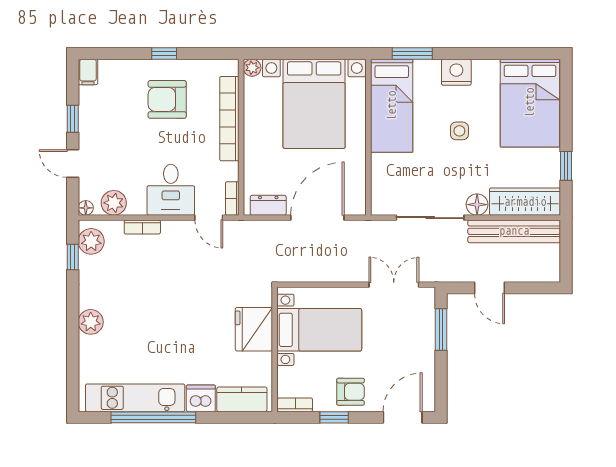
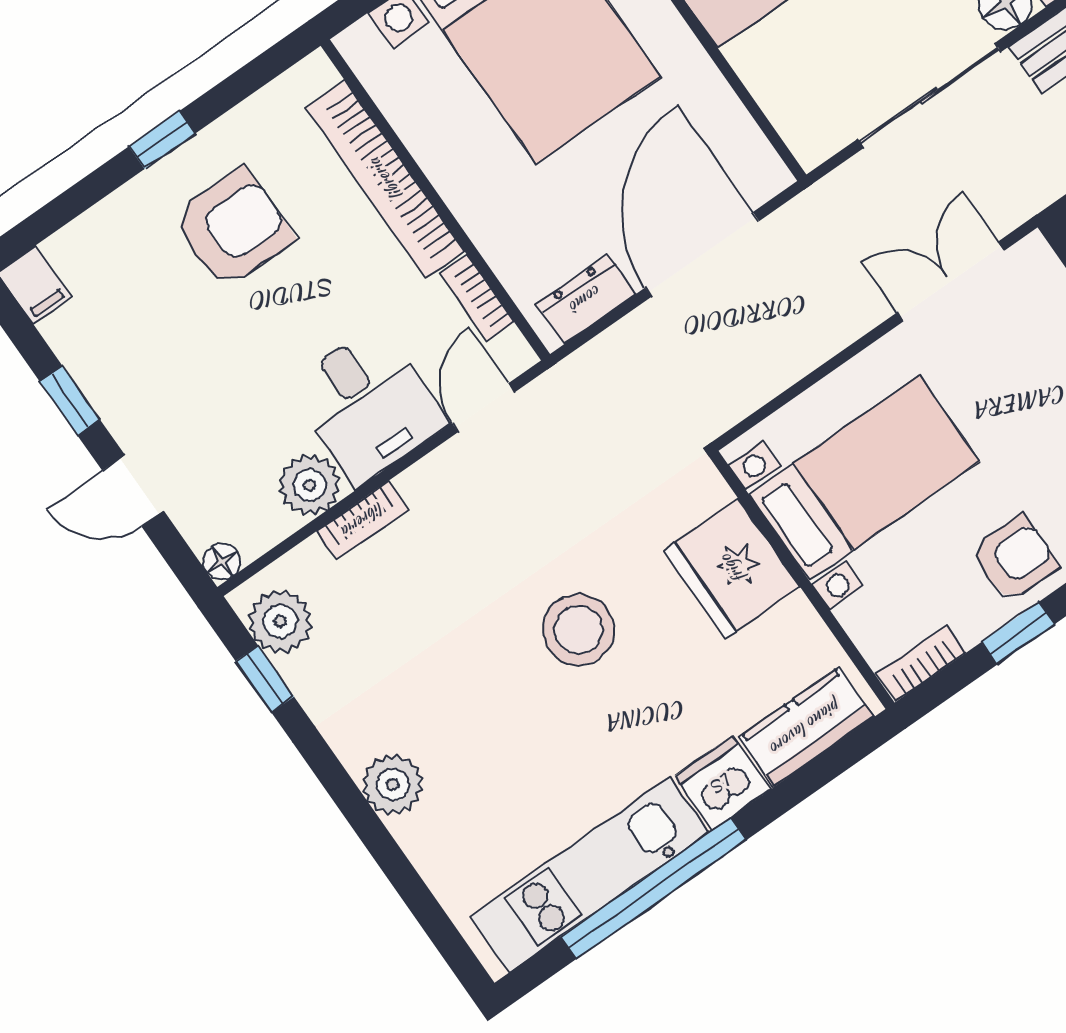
plant: (252, 68) -> (359, 45), removed
armchair: (167, 99) -> (233, 228), turned 180
bookcase: (232, 198) -> (477, 298), moved
plant: (114, 203) -> (310, 485), moved
door: (209, 218) -> (483, 408), swing flipped
stool: (189, 314) -> (578, 630), added

